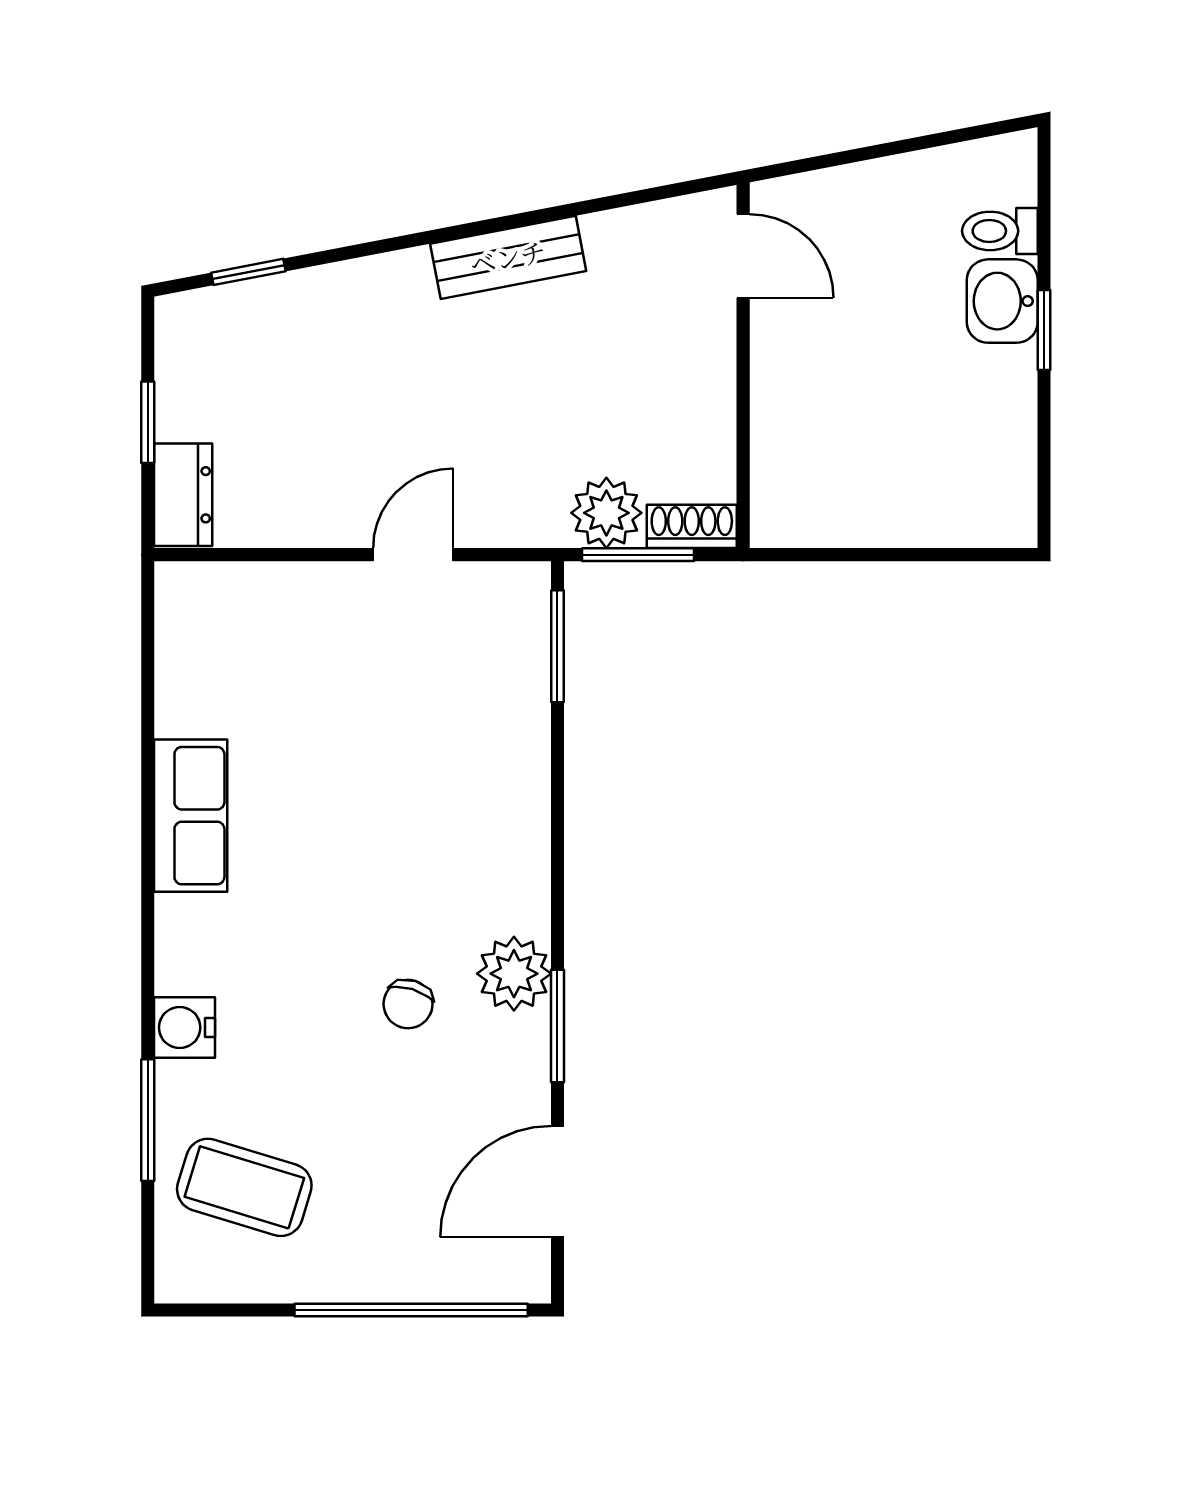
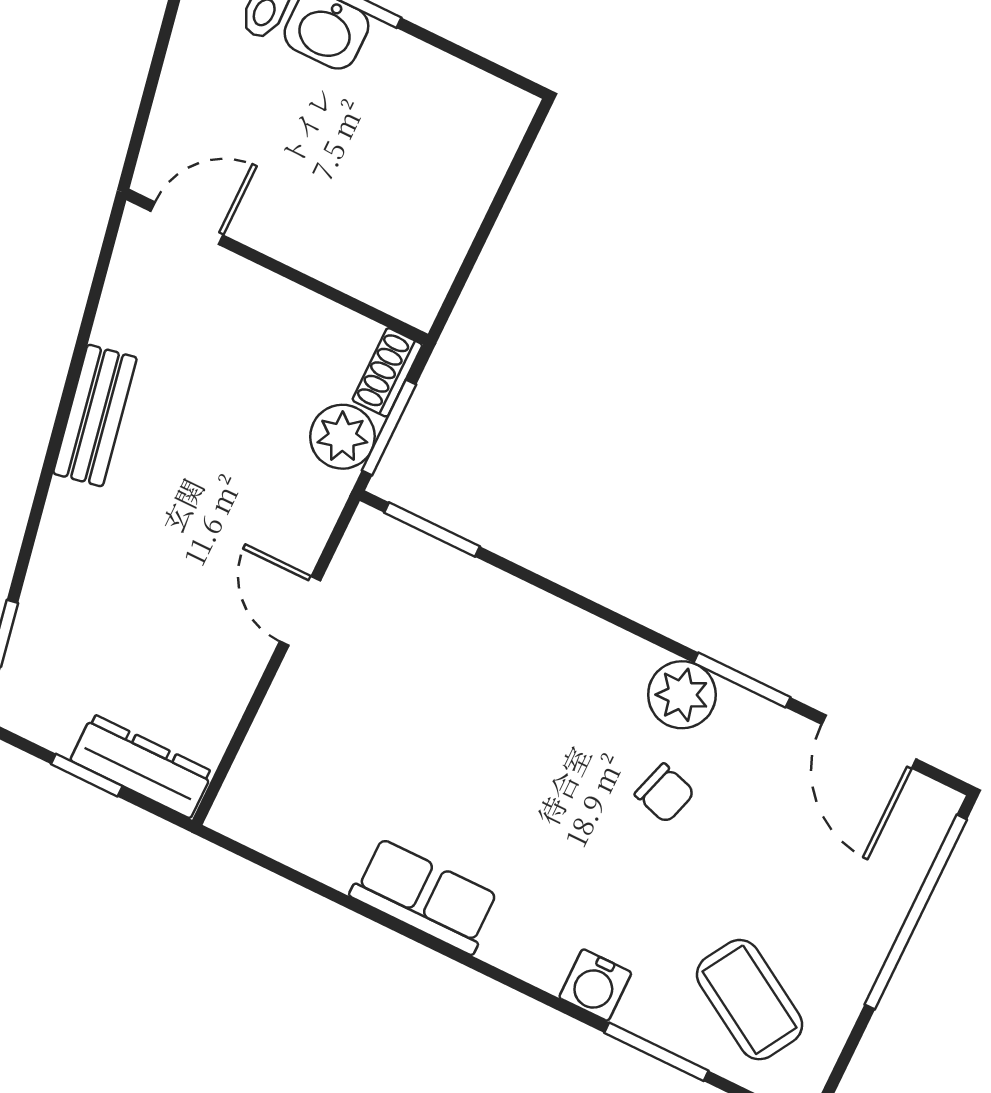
dresser: (183, 495) -> (142, 766), width x1.44
coffee table: (244, 1187) -> (750, 1000), turned -76

